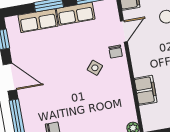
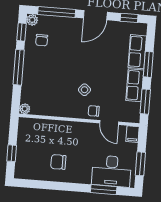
filing cabinet: (146, 90) -> (54, 128), removed

